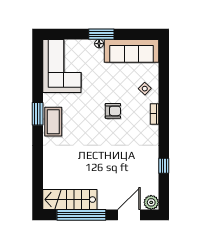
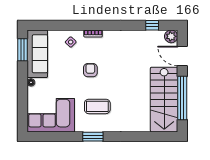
window: (101, 34) -> (23, 50), moved
coffee table: (53, 122) -> (97, 106), moved
window: (164, 166) -> (152, 25), moved
stairs: (70, 200) -> (164, 100), width x1.36, depth x1.51

